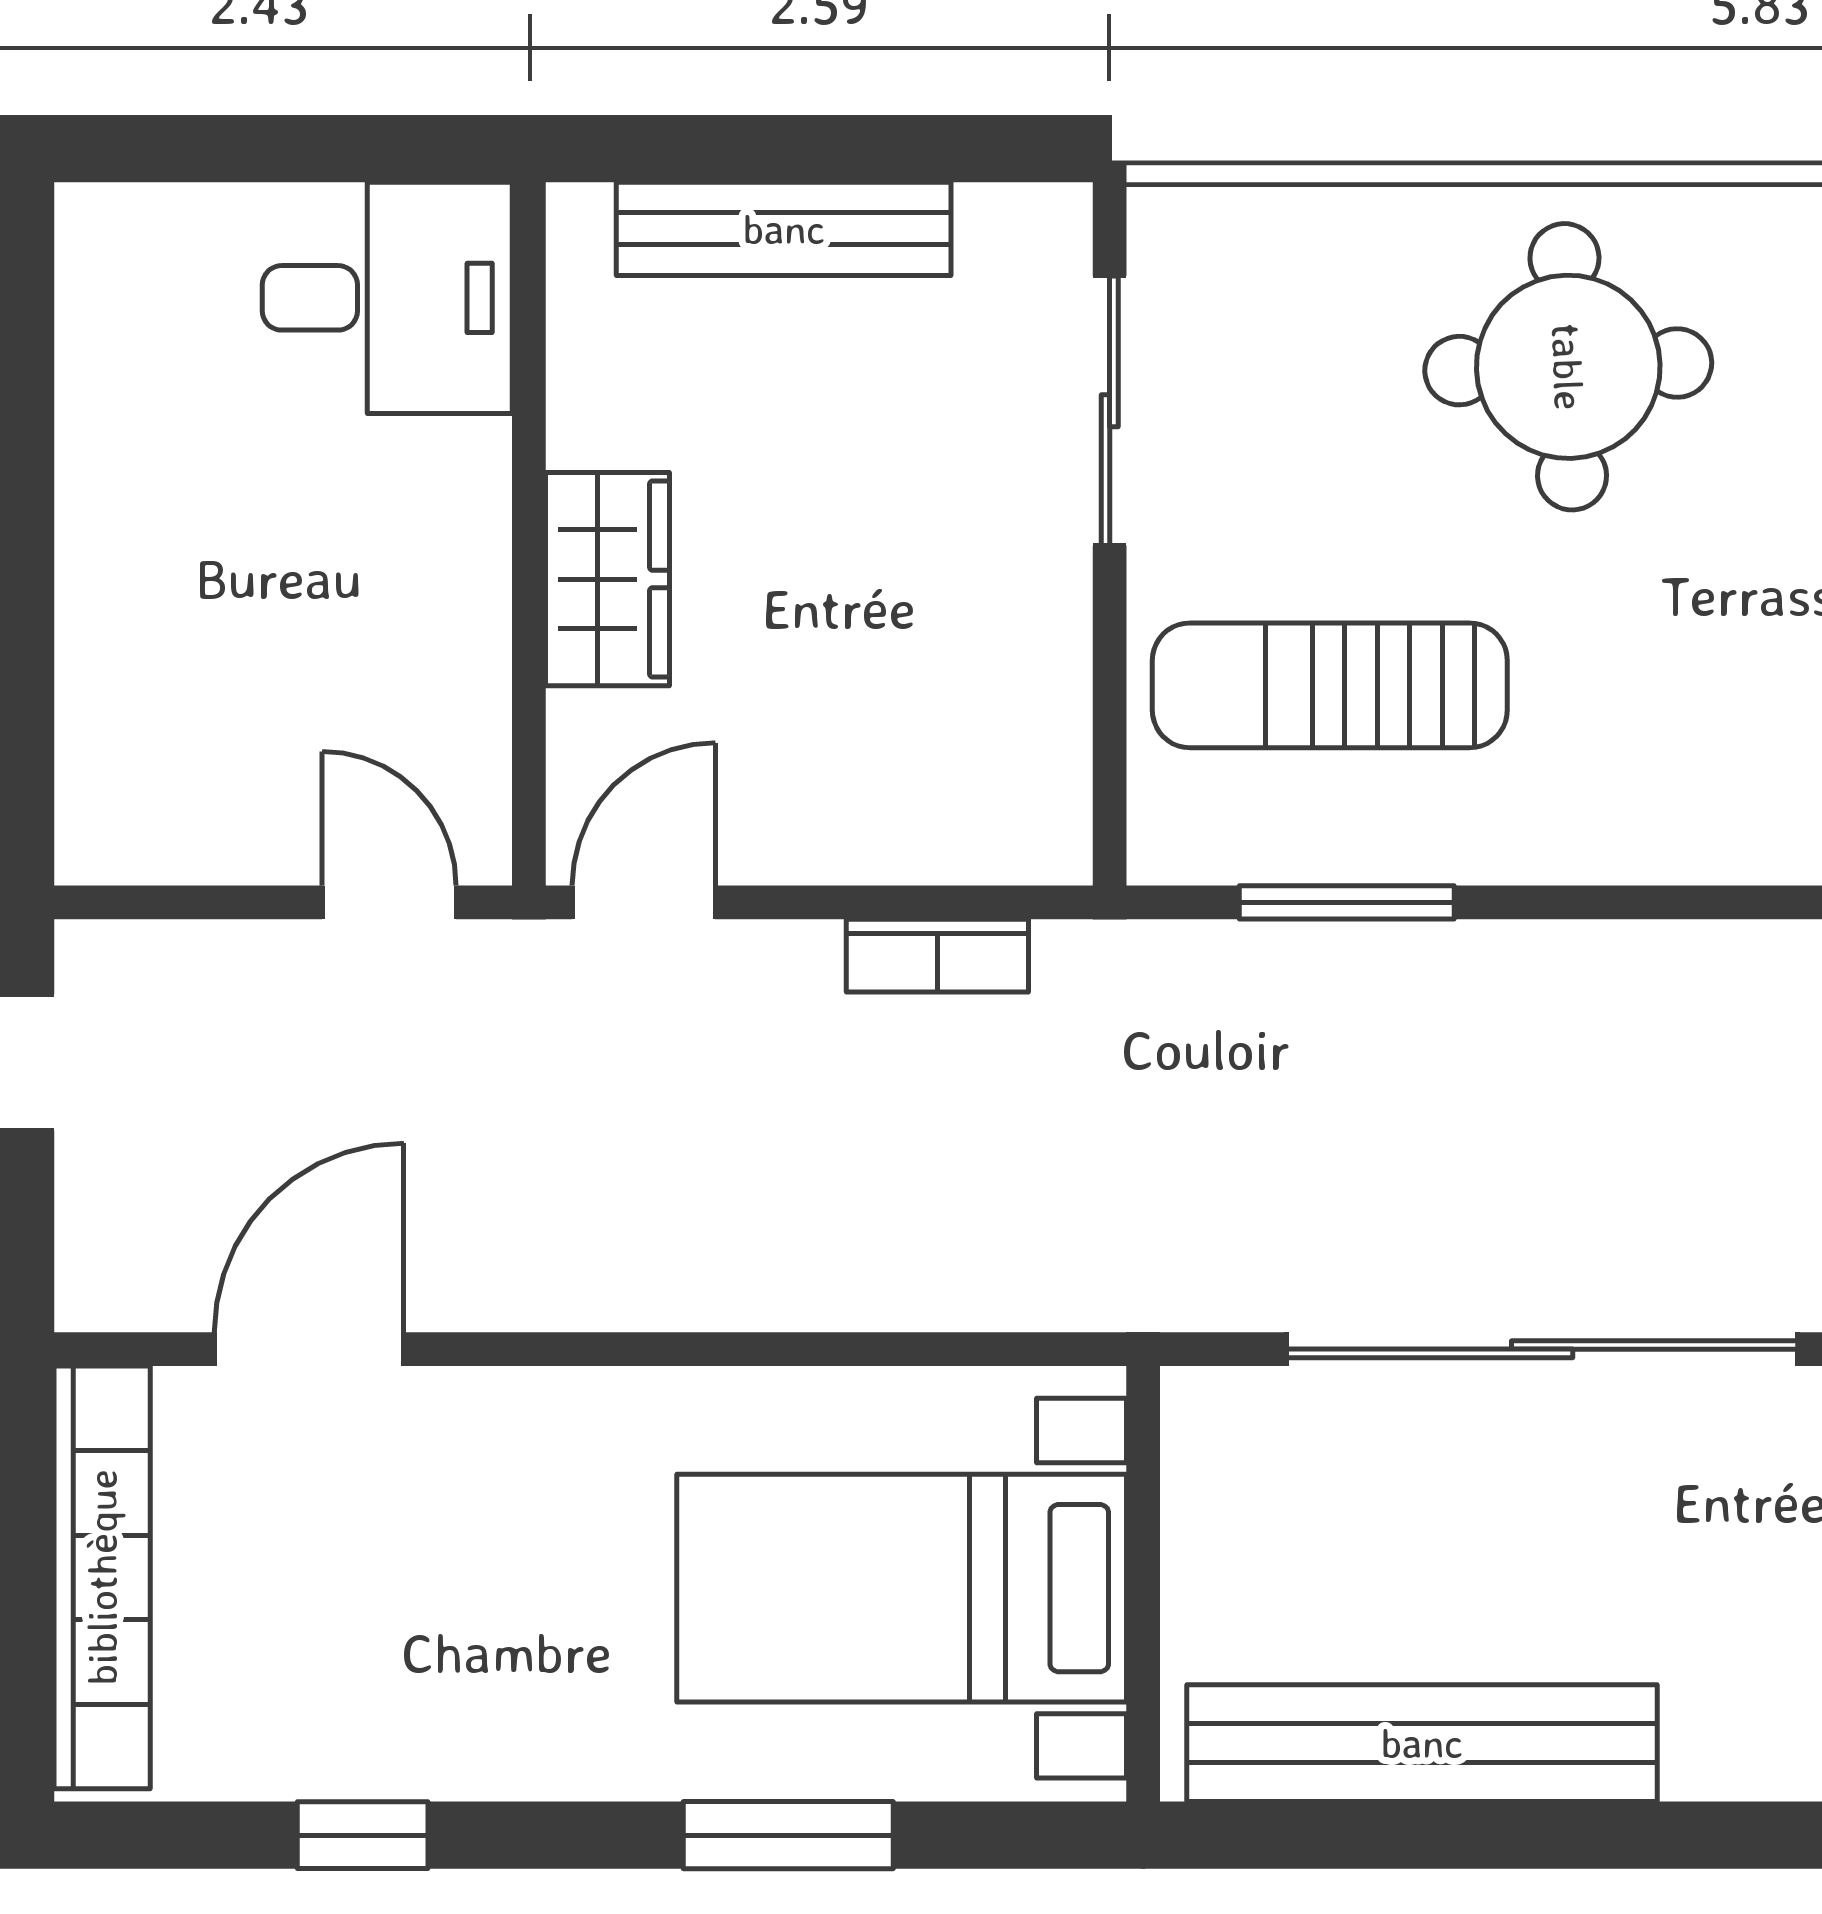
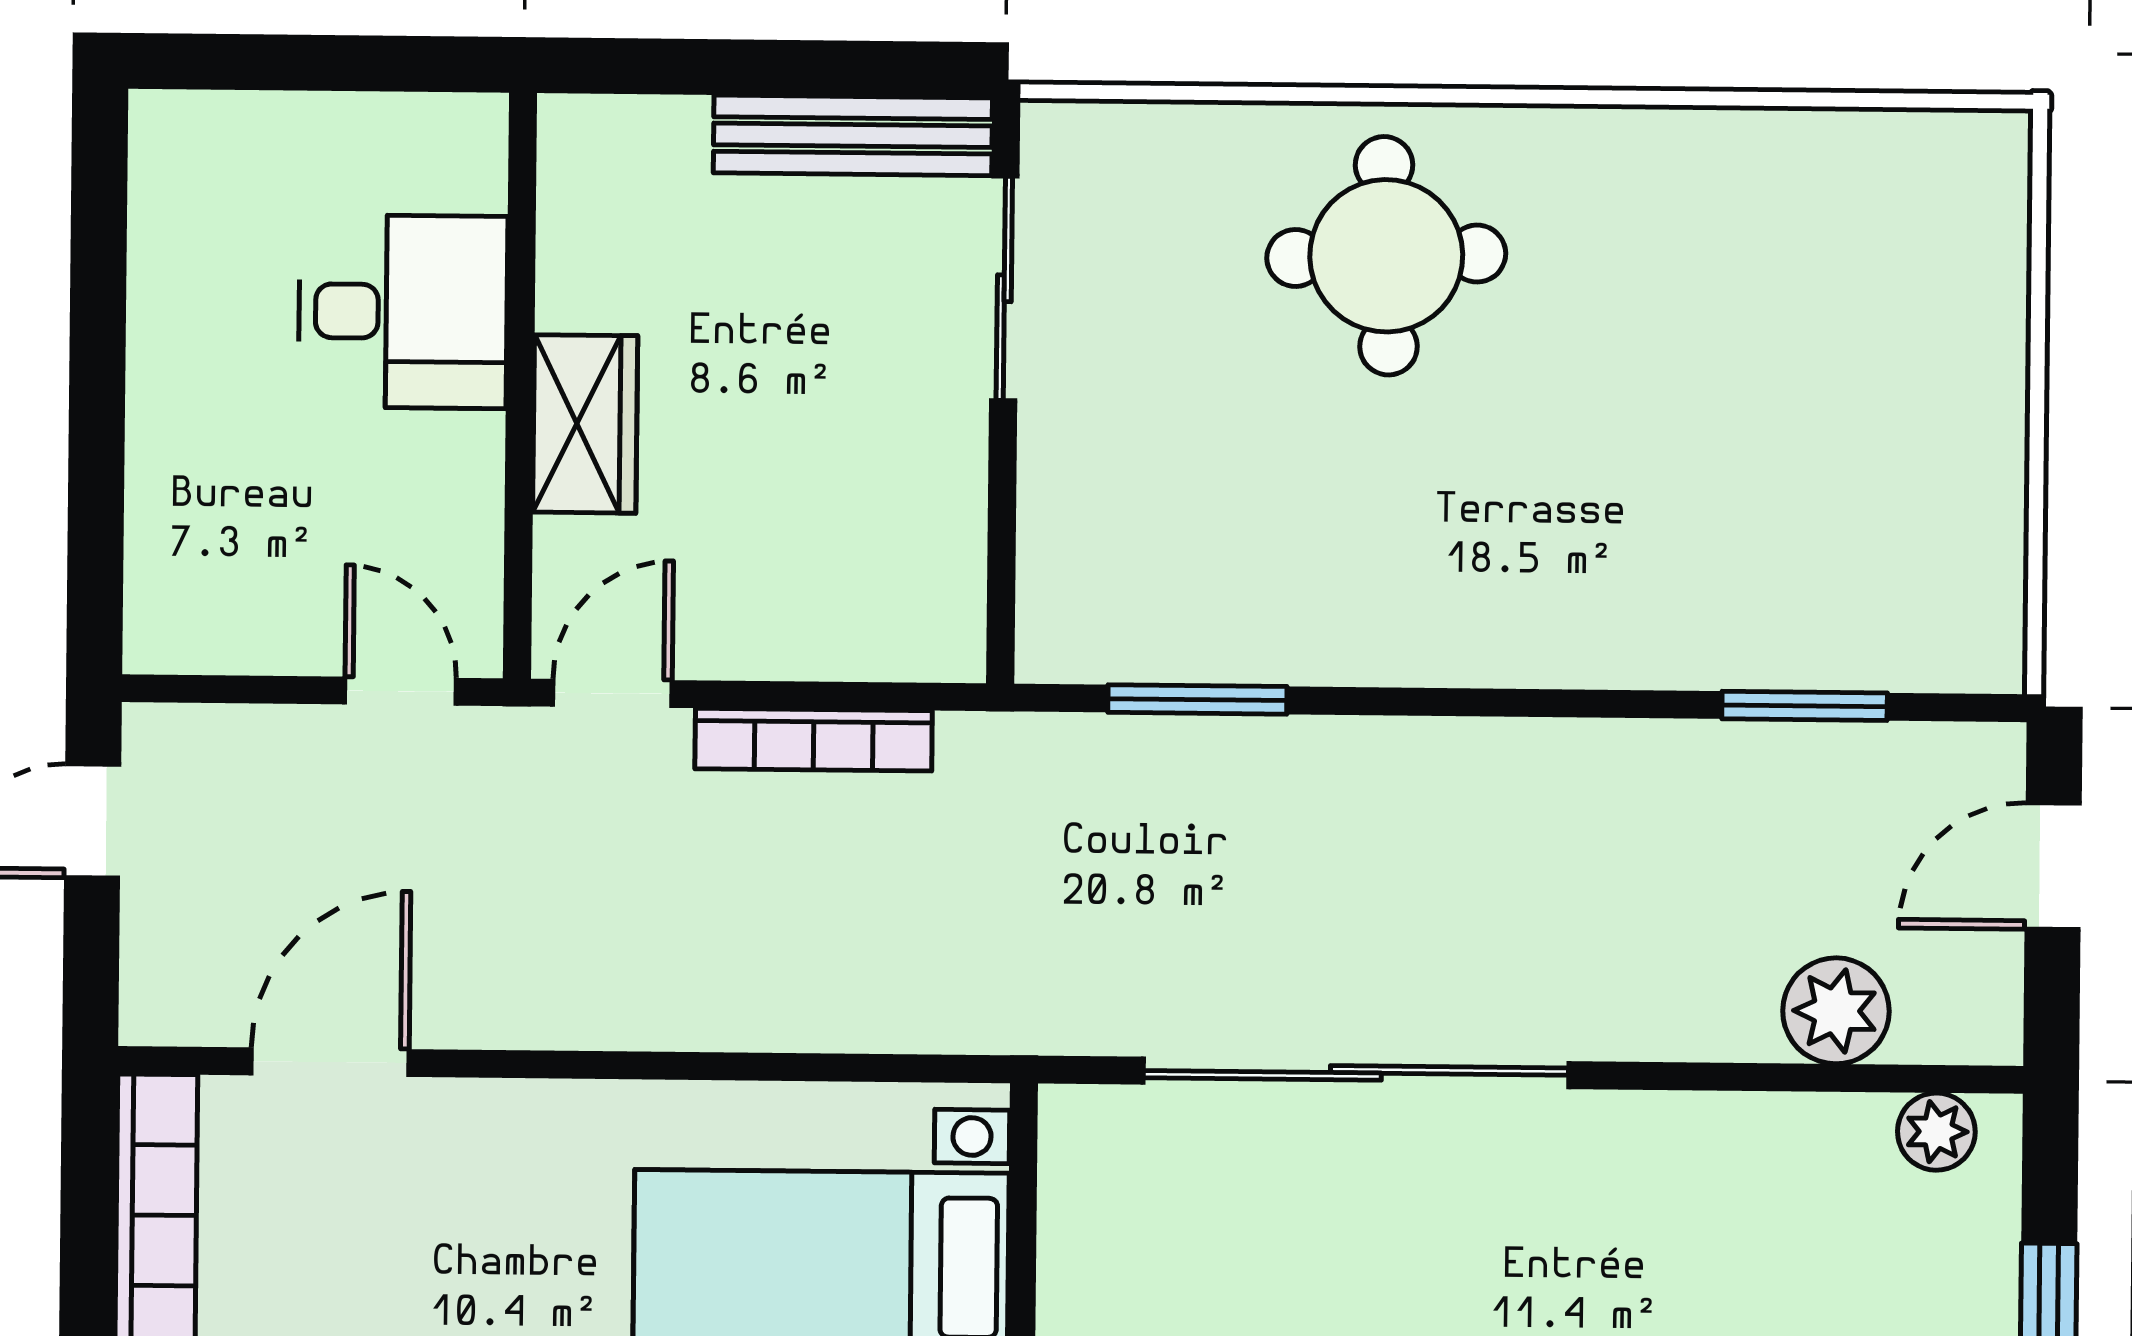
bench: (784, 229) -> (853, 135), moved
desk: (387, 298) -> (403, 312), moved
sun lounger: (1330, 685) -> (1185, 519), removed
bookcase: (937, 956) -> (814, 740), width x1.56

